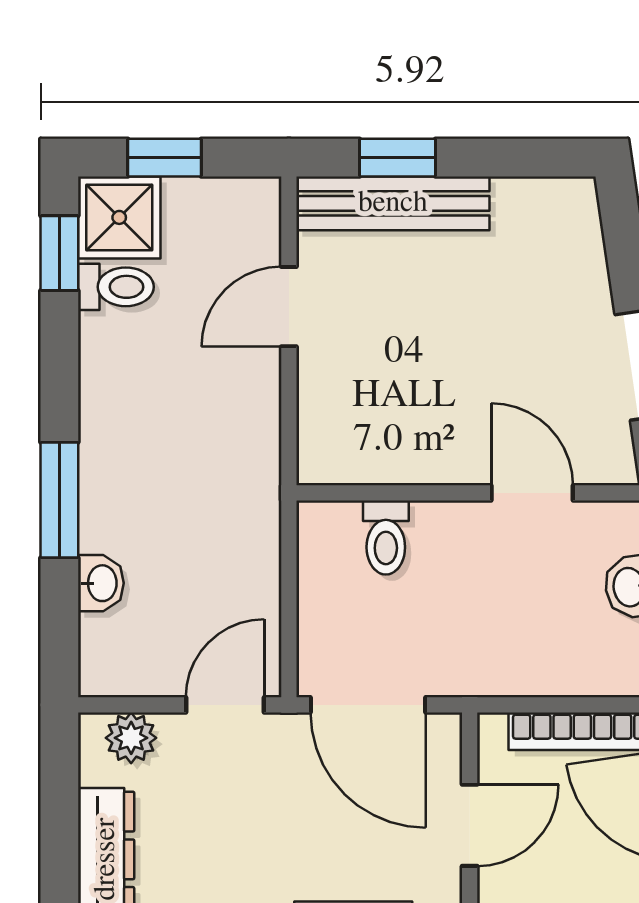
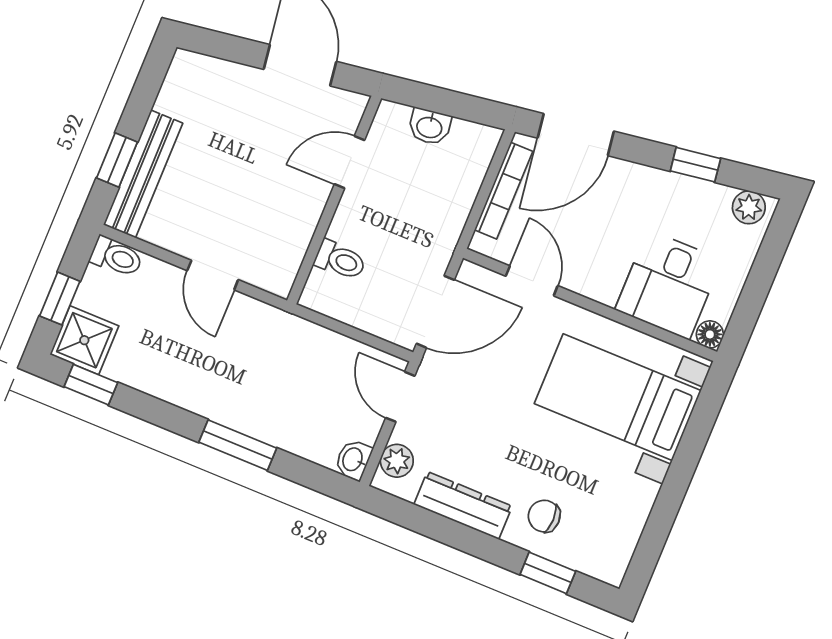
toilet: (116, 287) -> (116, 257), moved, turned 90
door: (289, 307) -> (213, 275), moved
washbasin: (101, 583) -> (353, 460), moved, turned -90

